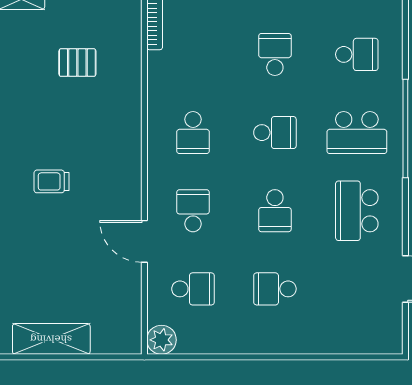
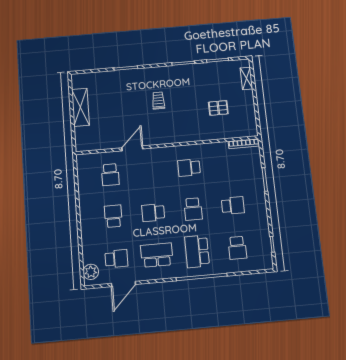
pallet: (77, 63) -> (218, 108), turned 90
school desk: (193, 211) -> (116, 259), moved
plant: (161, 340) -> (91, 272), moved

